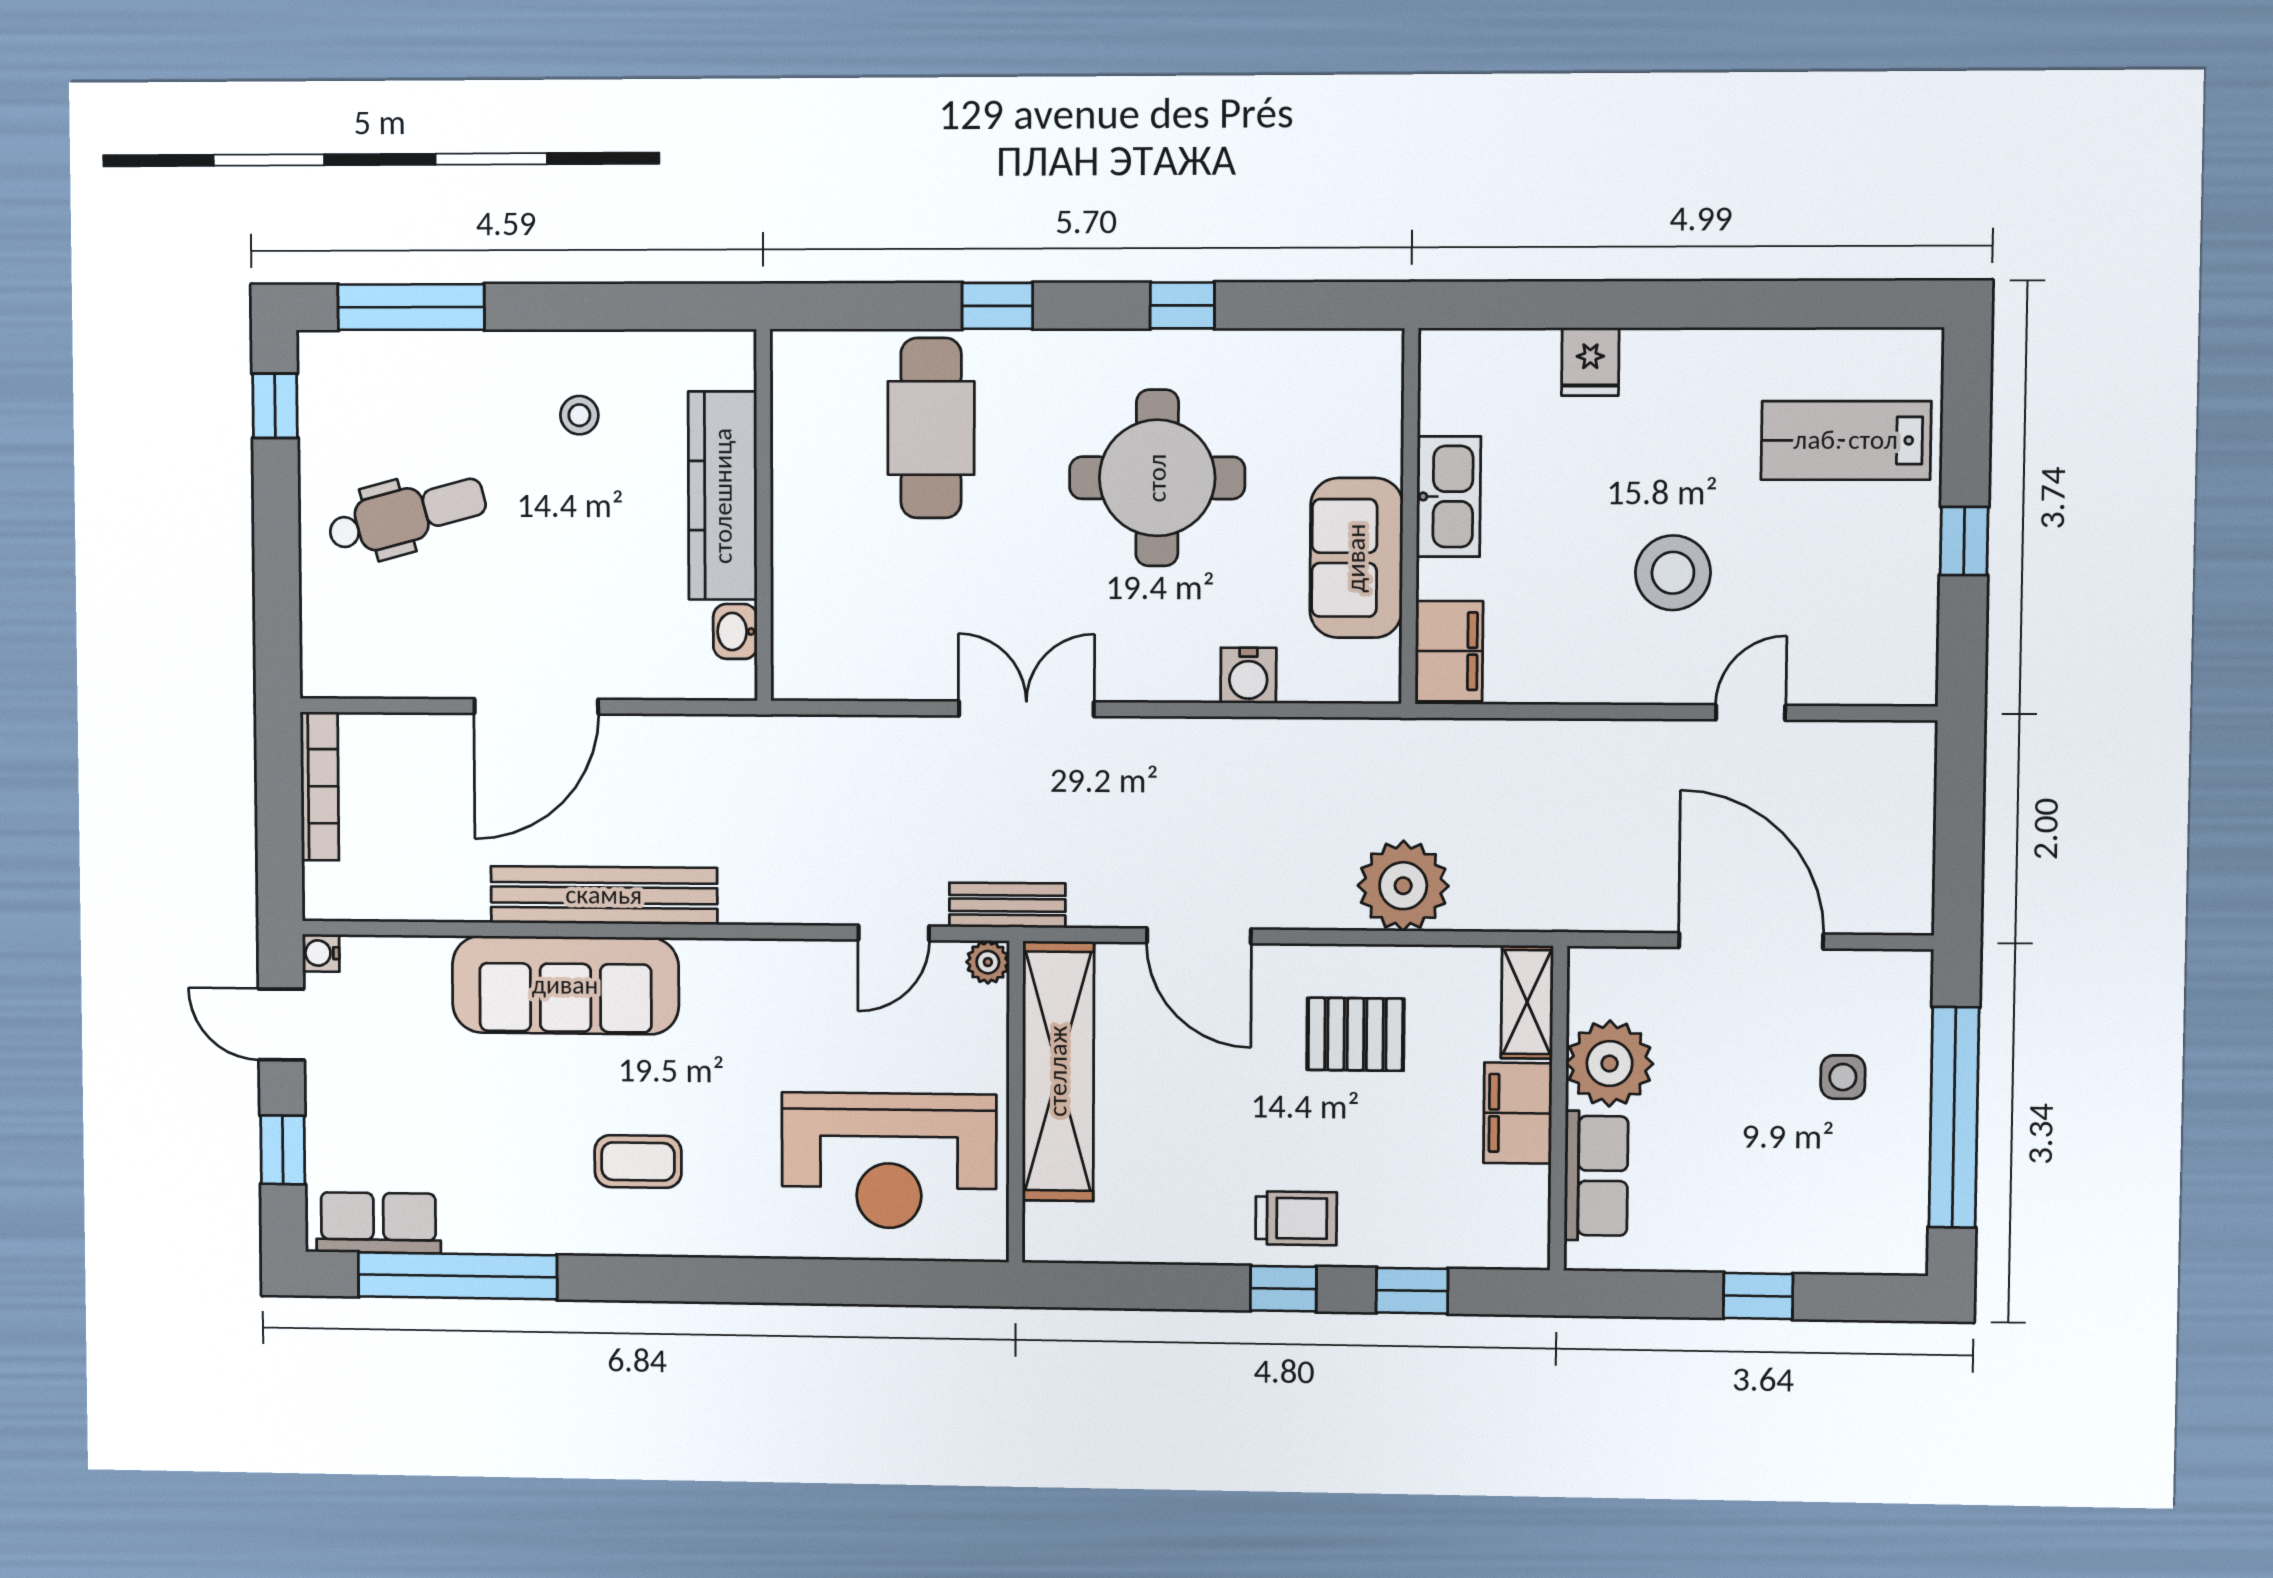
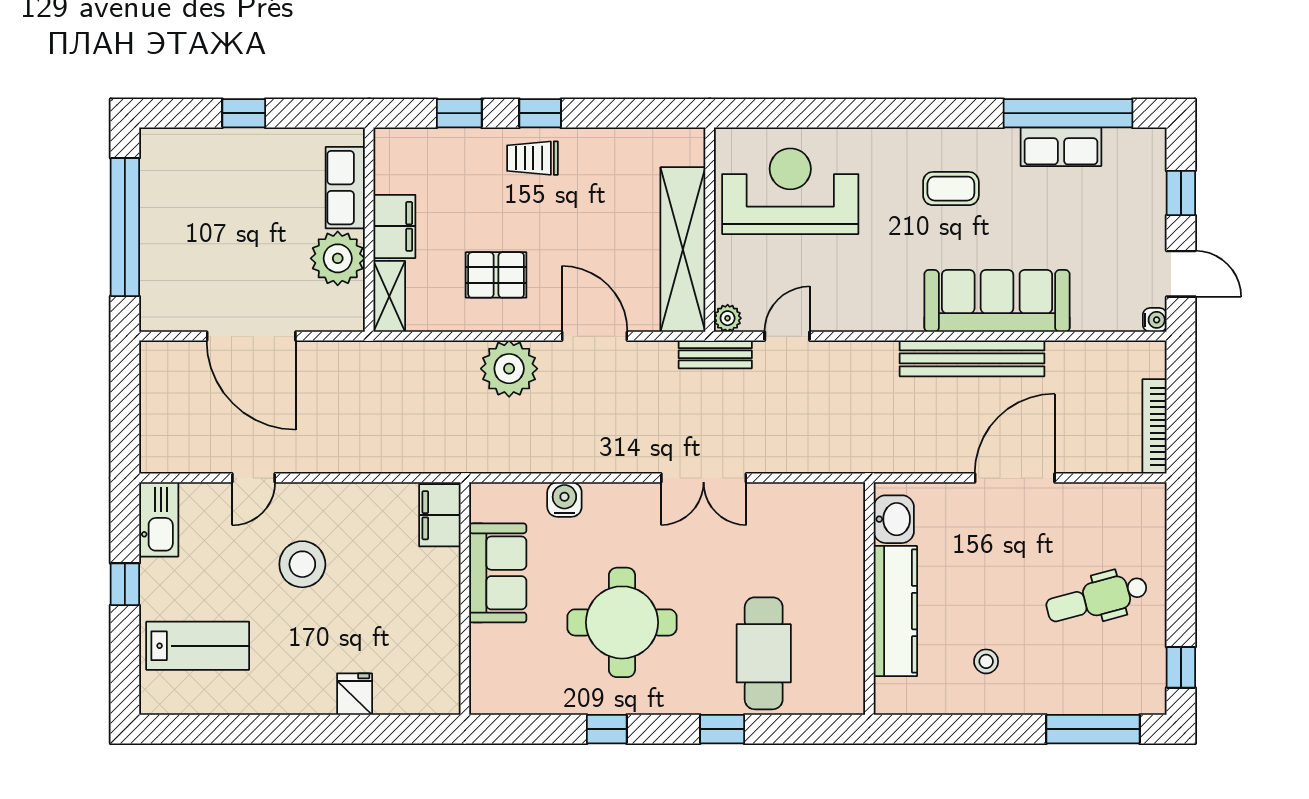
kitchen sink: (1449, 497) -> (159, 519), moved, turned 180
washbasin: (735, 631) -> (894, 519), width x1.38, depth x1.45
plant: (1403, 886) -> (509, 369), moved
side table: (1843, 1077) -> (194, 252), removed
row of seats: (378, 1223) -> (1061, 147), moved

